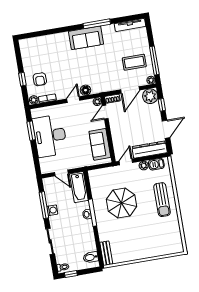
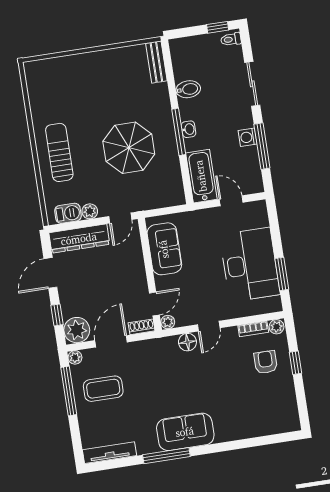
bidet: (91, 257) -> (188, 89), moved

